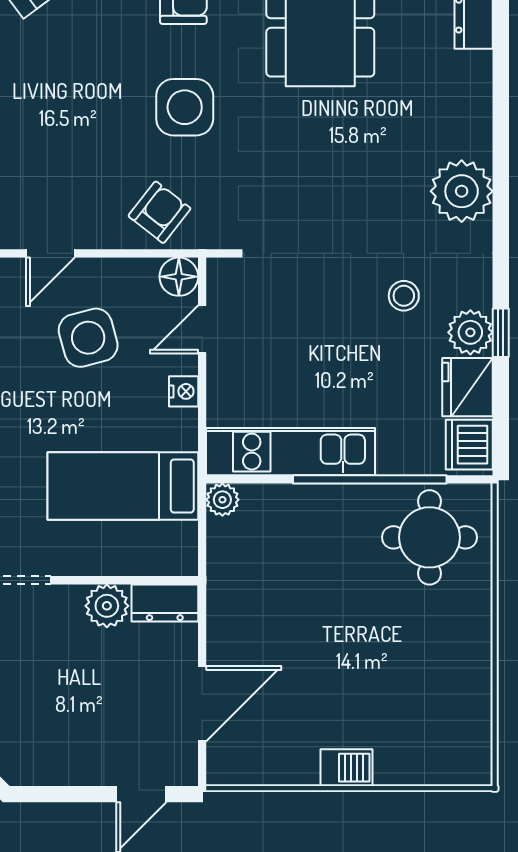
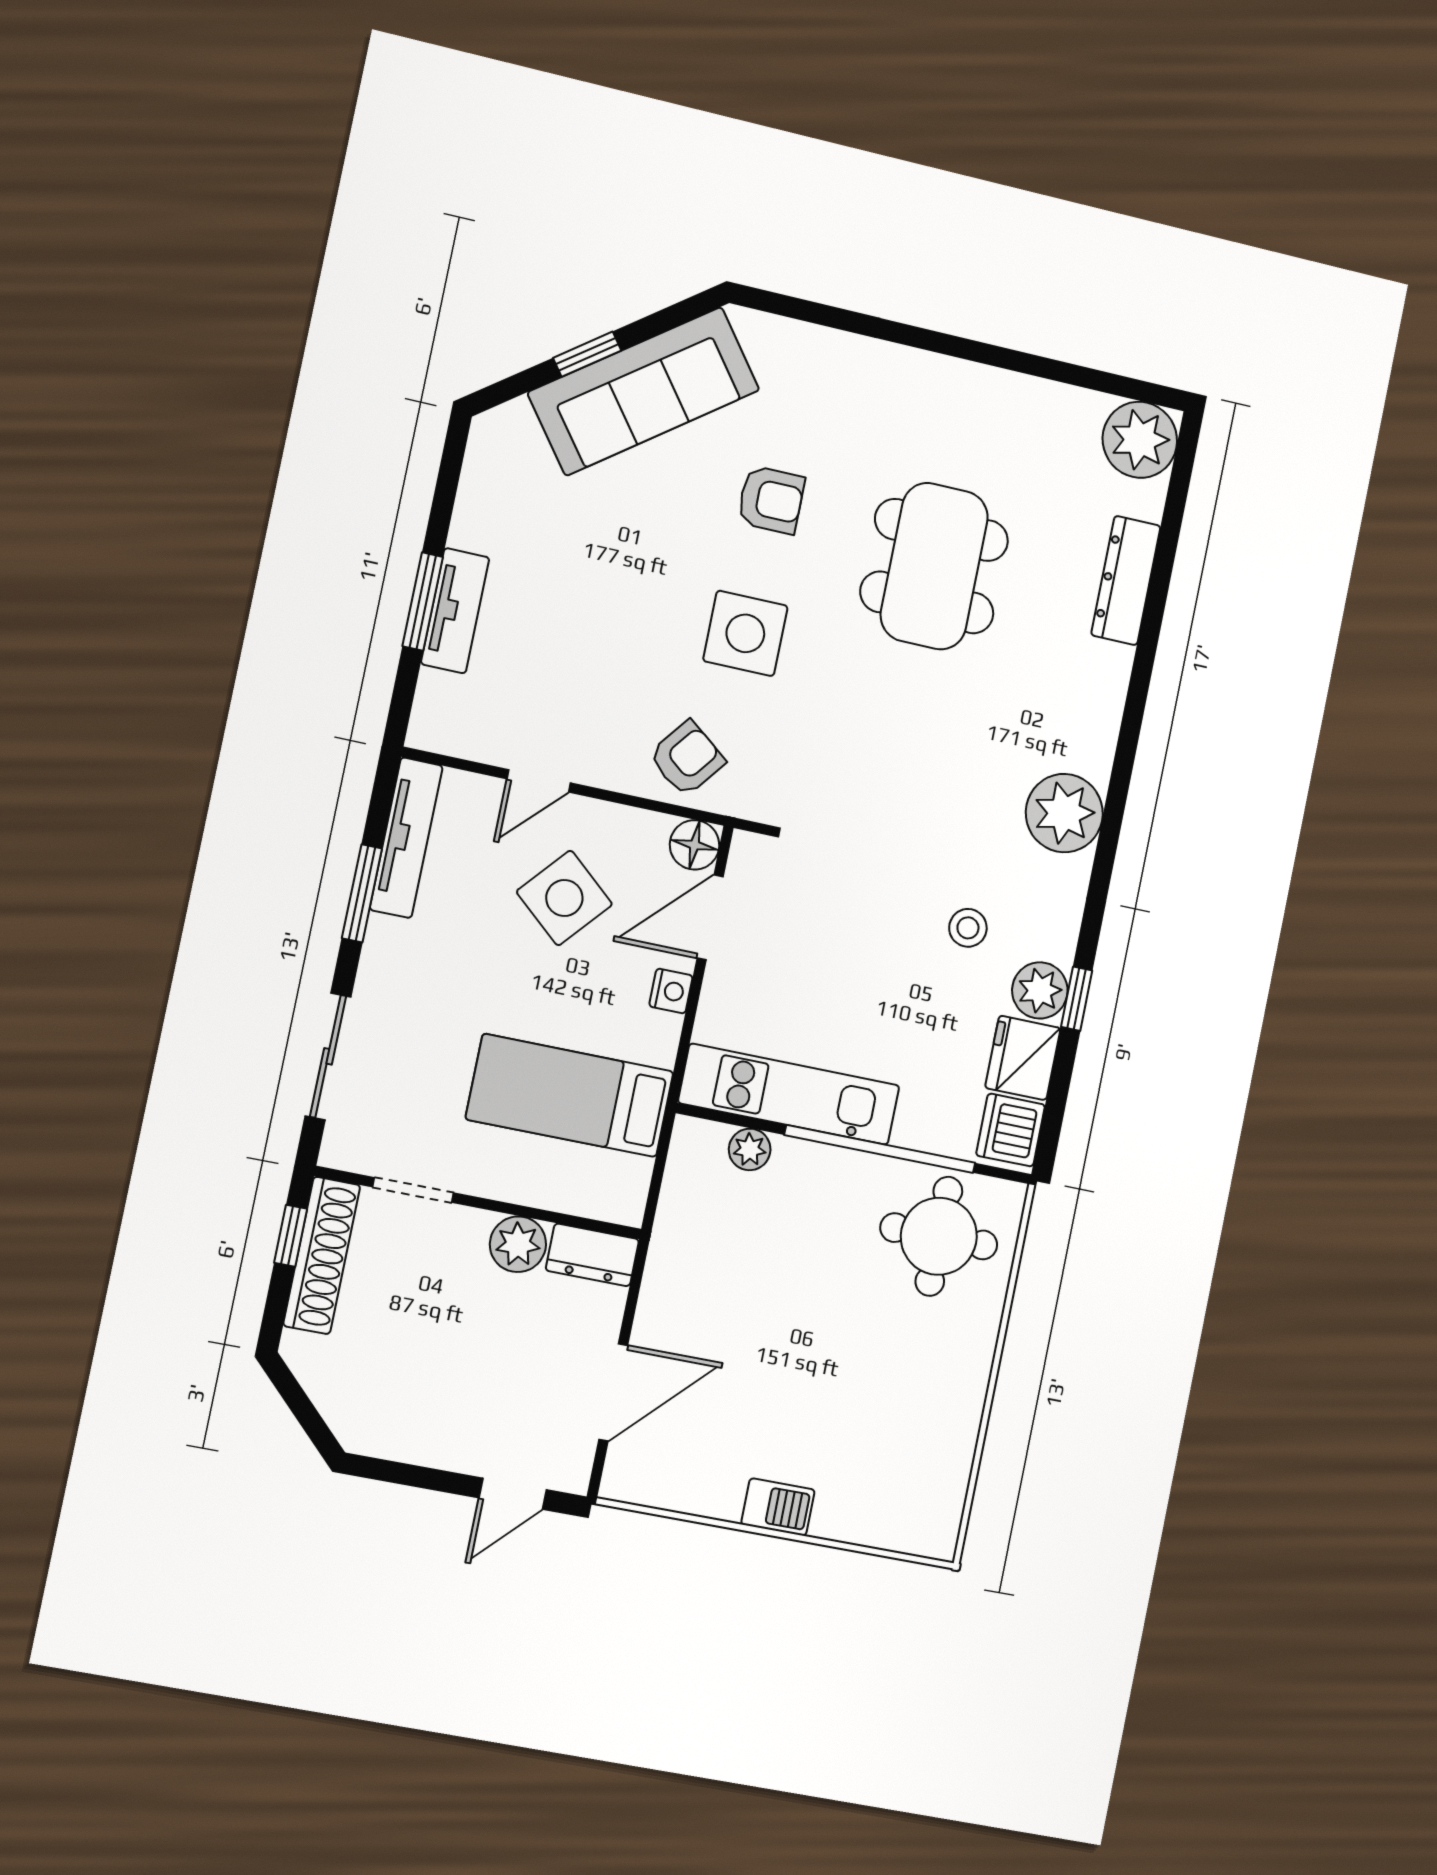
door: (202, 329) -> (710, 917), width x1.37
side table: (88, 338) -> (564, 898), turned -34
plant: (222, 500) -> (750, 1149), moved

